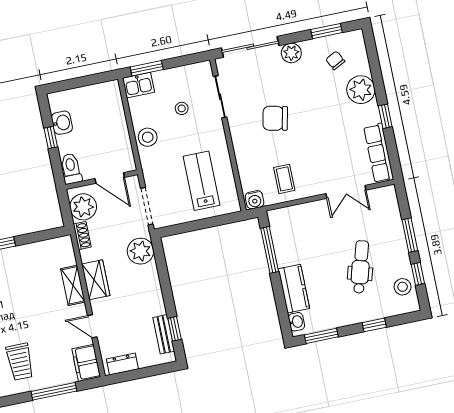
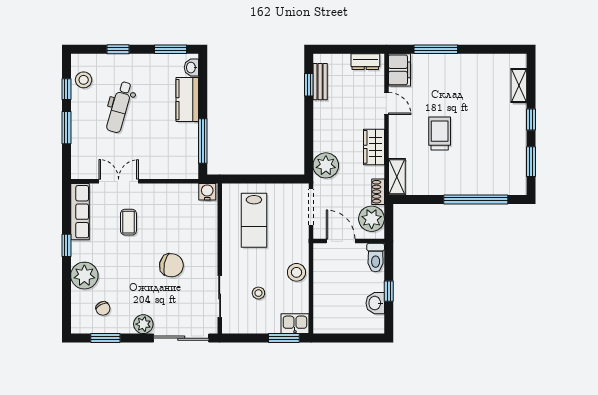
coffee table: (284, 179) -> (128, 222), moved
shelving: (73, 285) -> (397, 177), moved
trolley: (20, 362) -> (440, 134), moved

